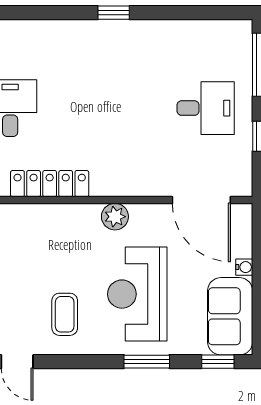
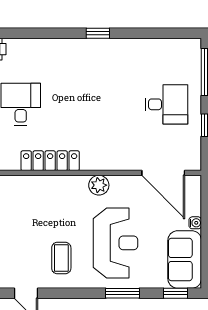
reception desk: (137, 294) -> (116, 243), turned 180

